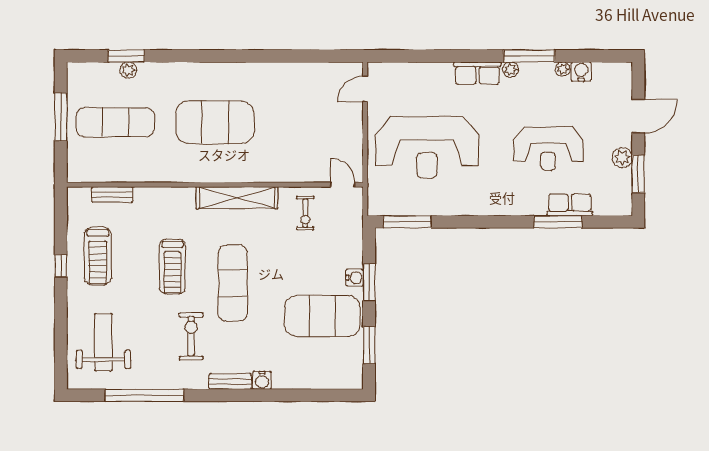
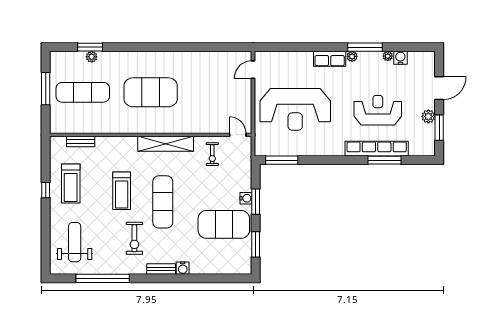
reception desk: (548, 148) -> (378, 110), turned 180
row of seats: (570, 205) -> (377, 149), width x2.02
exercise bike: (191, 336) -> (134, 238), turned 180

